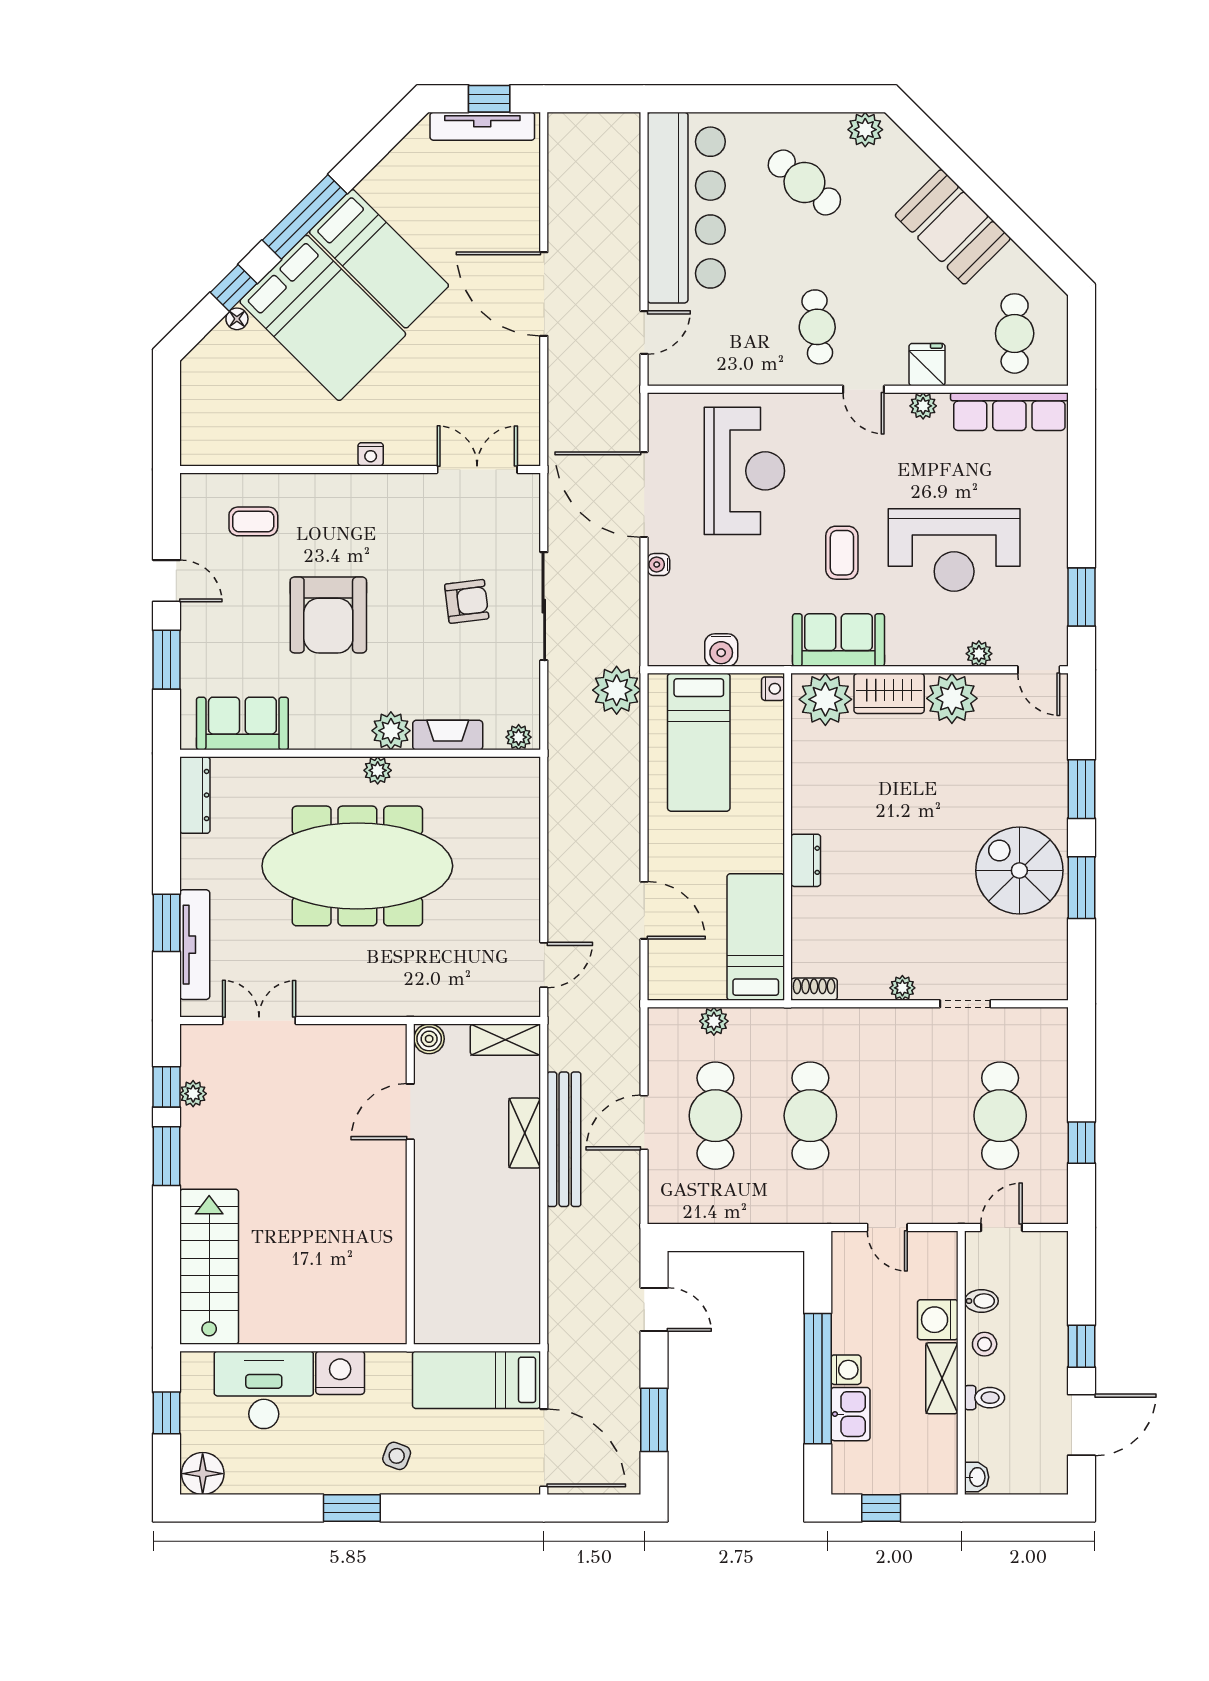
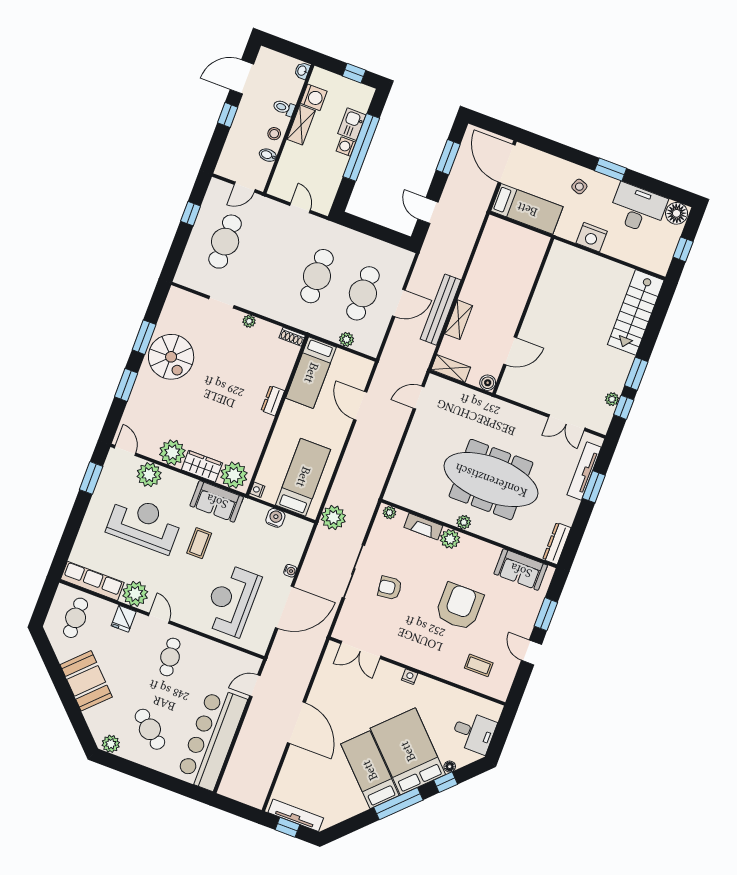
desk: (217, 397) -> (474, 732), added
plant: (923, 406) -> (135, 594), width x1.88, depth x1.88
door: (644, 495) -> (284, 607), hinge flipped
plant: (979, 654) -> (149, 475), width x1.87, depth x1.87
washing machine: (938, 1320) -> (314, 97), moved
desk: (264, 1390) -> (638, 209), moved, turned 180

